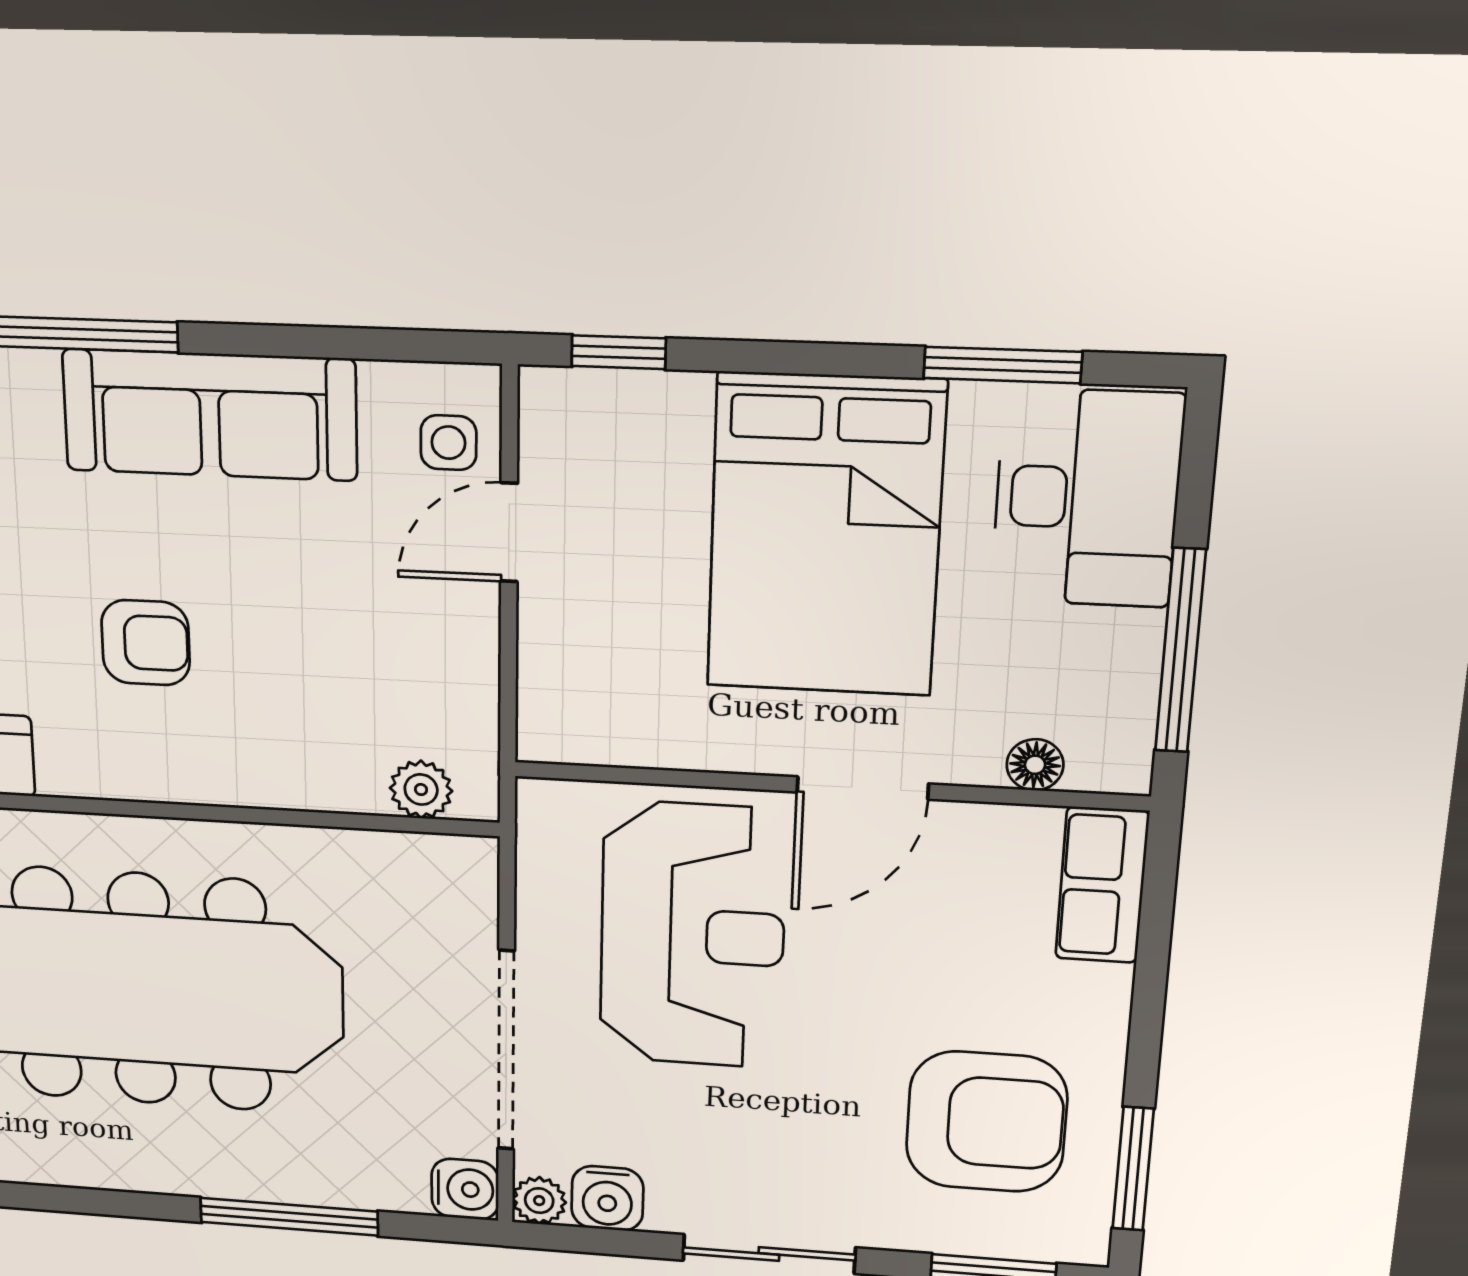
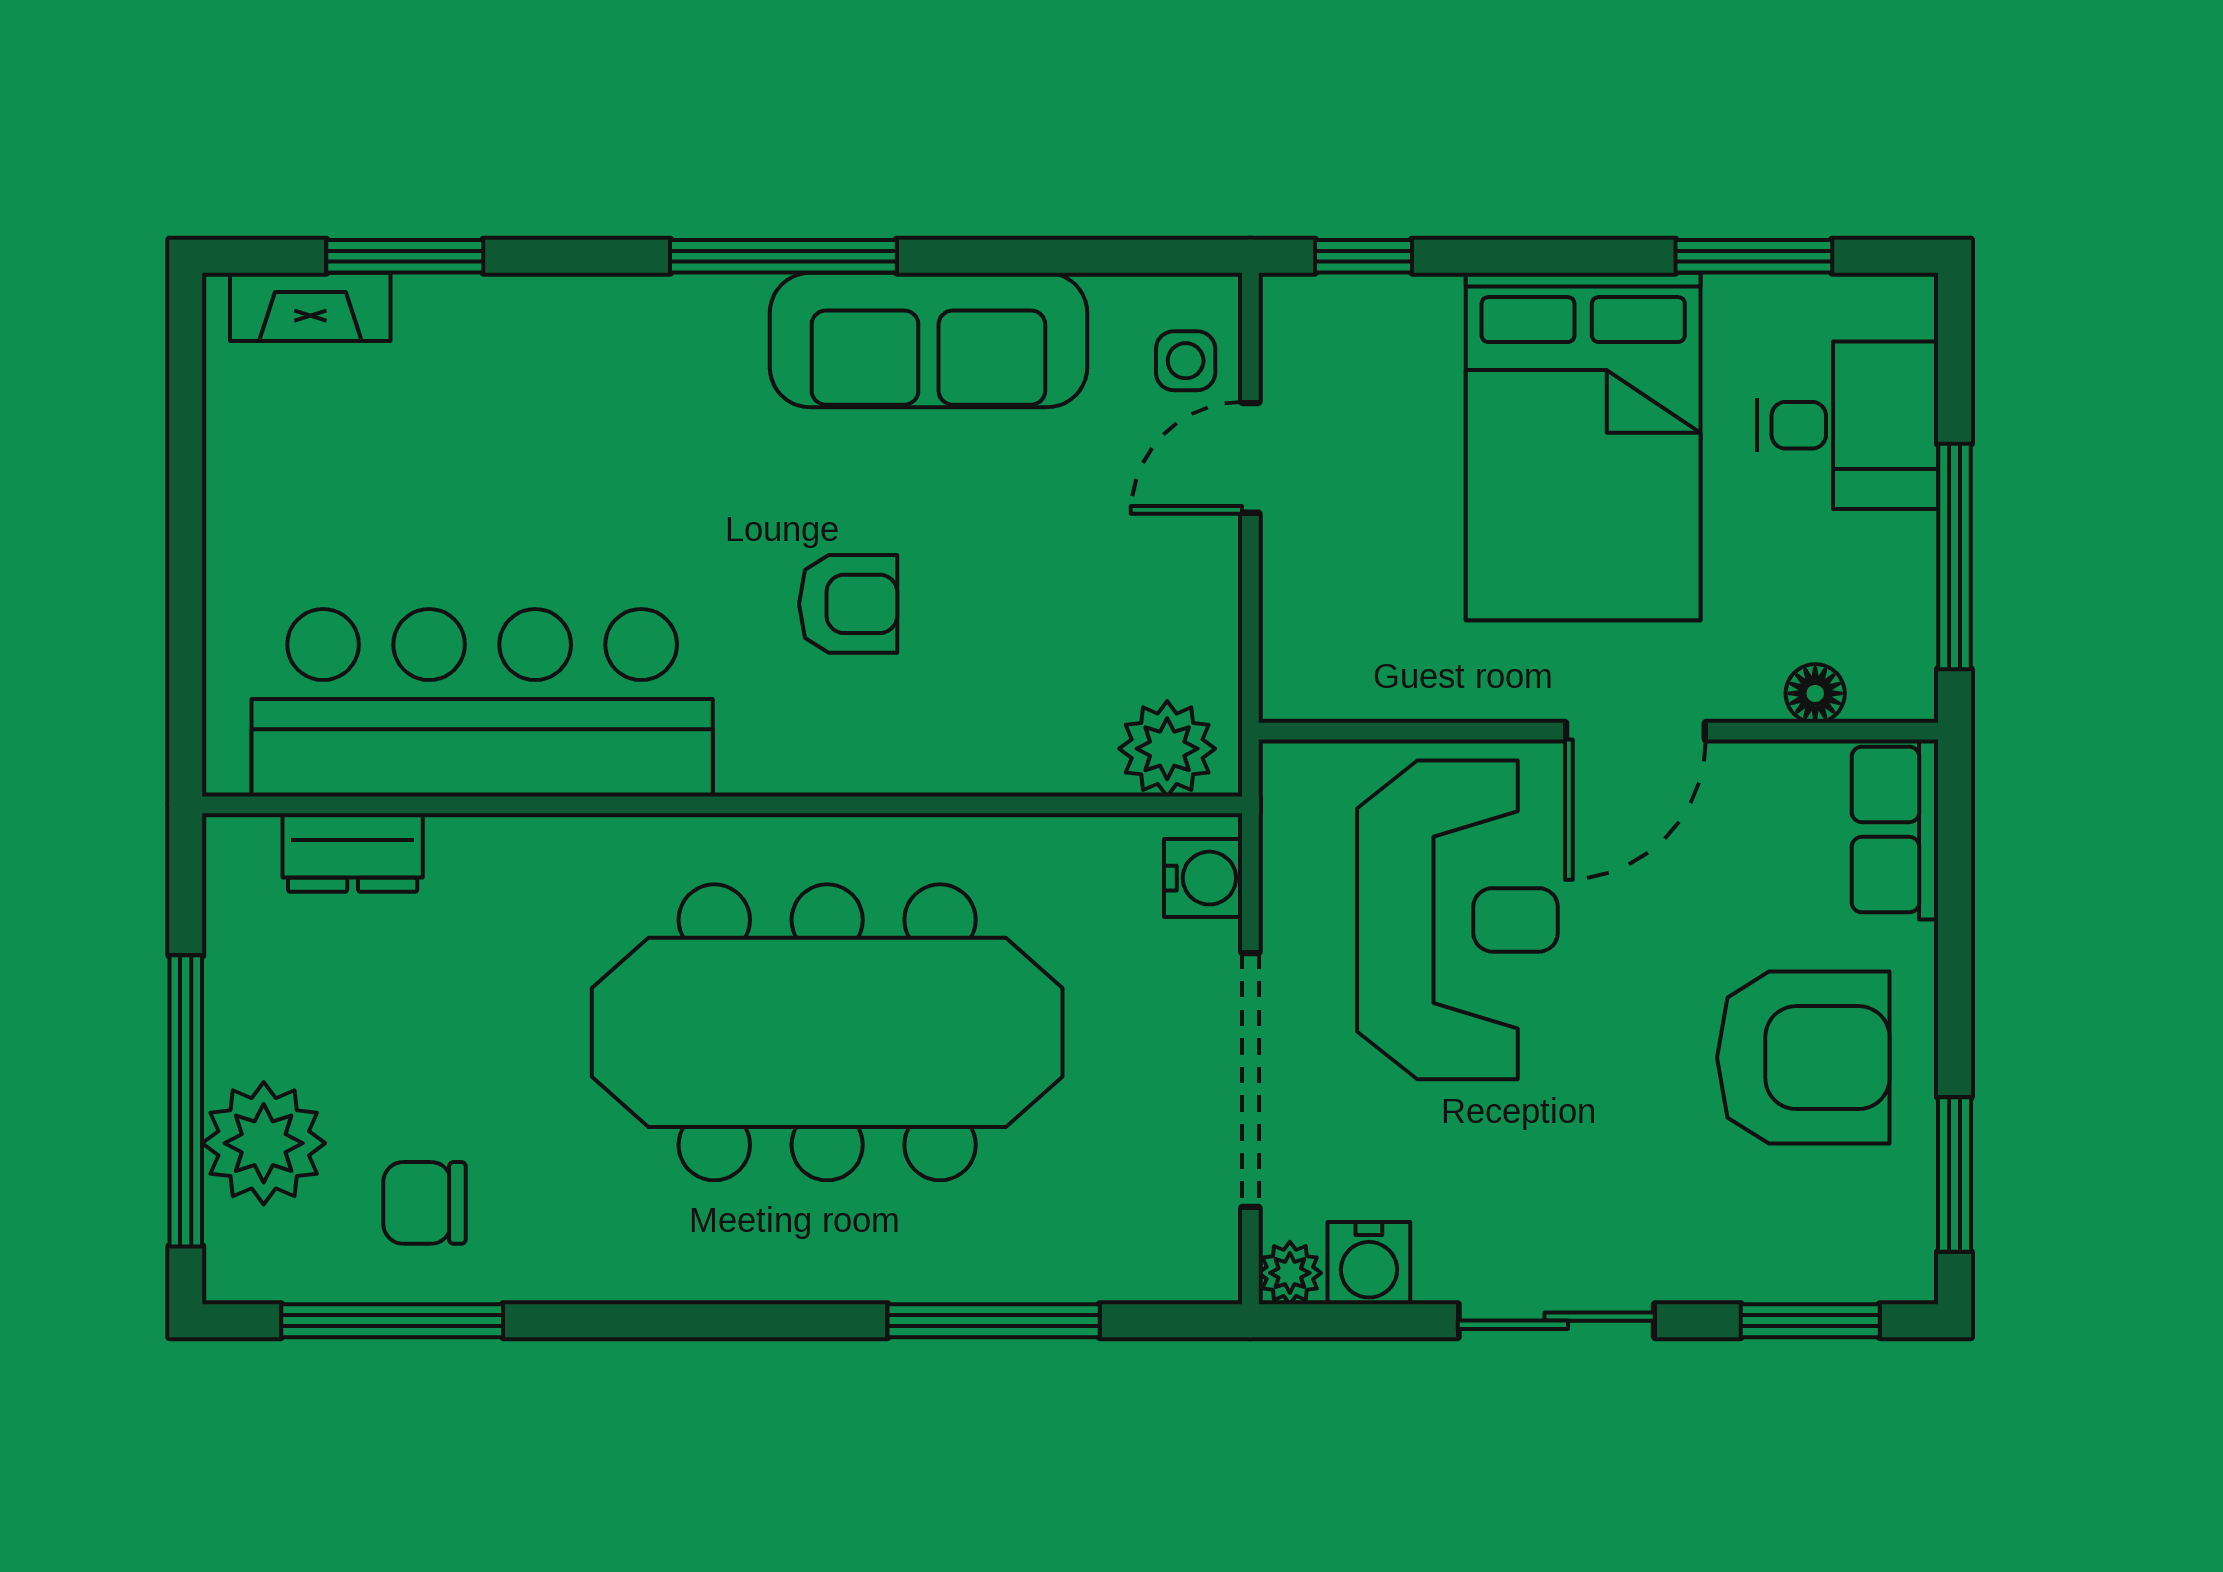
desk: (1087, 498) -> (1848, 425), width x0.73
plant: (421, 790) -> (1167, 749), width x1.38, depth x1.38
armchair: (986, 1122) -> (1803, 1058), moved
water cooler: (465, 1189) -> (1203, 878), moved

